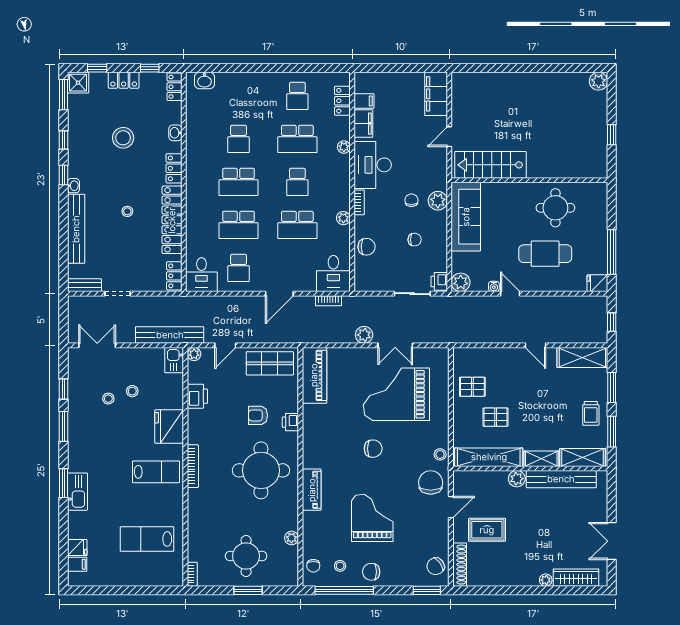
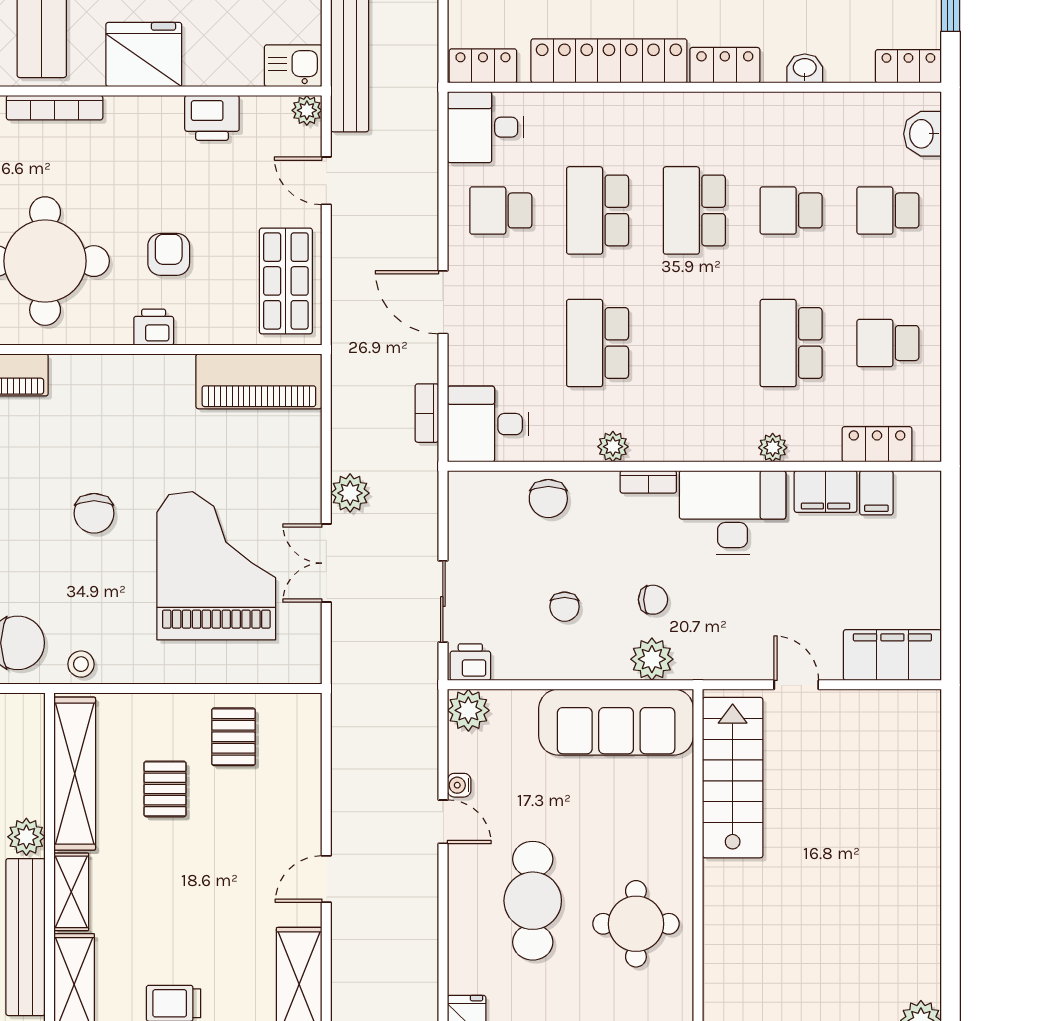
school desk: (297, 182) -> (888, 210), moved
door: (510, 294) -> (443, 822), hinge flipped

